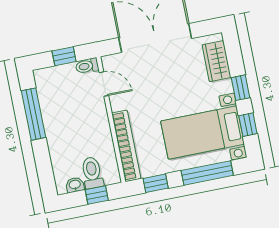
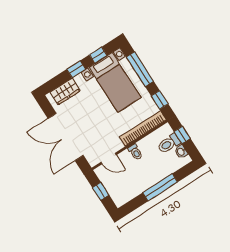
toilet: (87, 66) -> (135, 152), moved
door: (104, 84) -> (109, 159), swing flipped
window: (33, 114) -> (160, 187), moved

